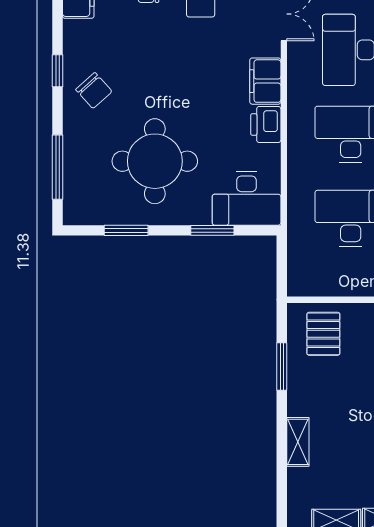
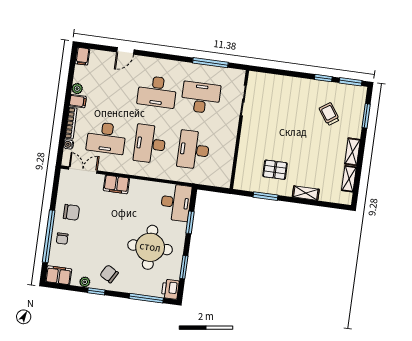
plant: (72, 47) -> (85, 282), added
chair: (94, 91) -> (109, 274), turned -108
printer: (266, 124) -> (170, 289), moved, turned 90
pallet: (323, 334) -> (275, 170), moved

